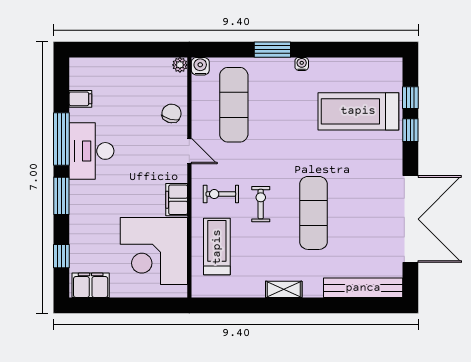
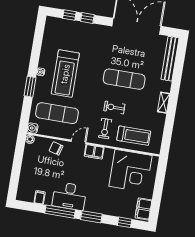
treadmill: (358, 111) -> (65, 74), moved
filing cabinet: (177, 200) -> (94, 152), moved
treadmill: (217, 247) -> (134, 136), turned 180

